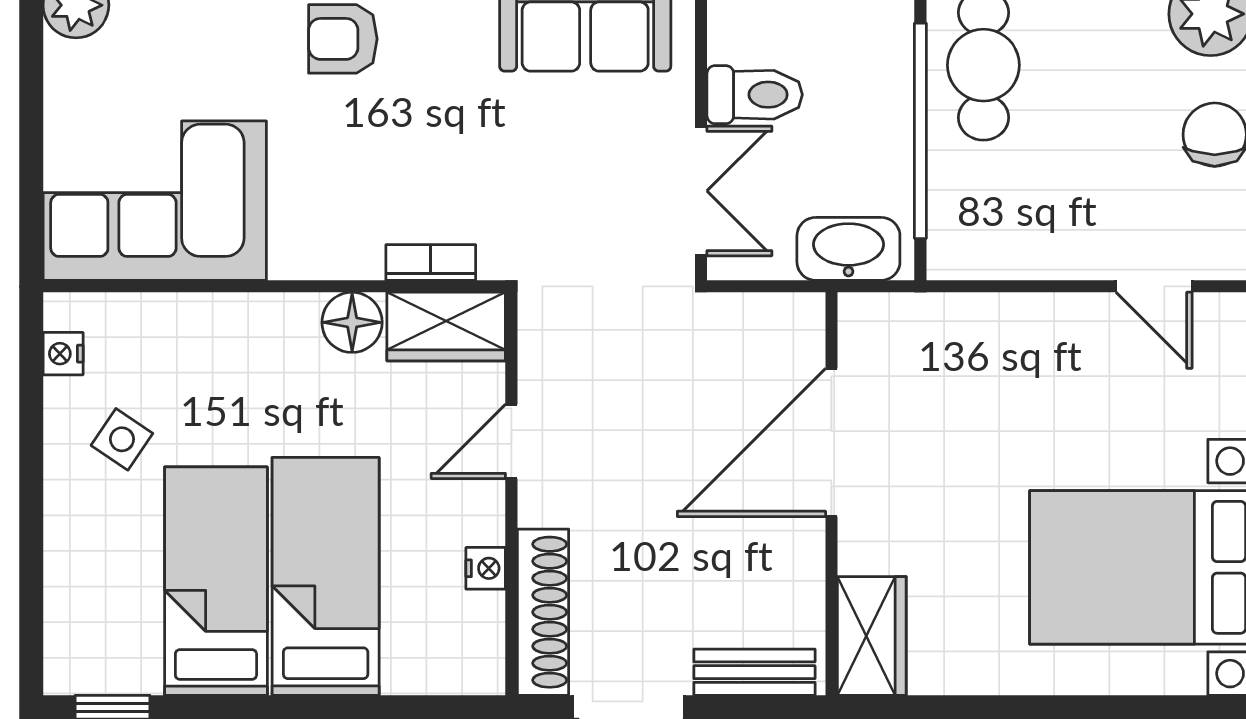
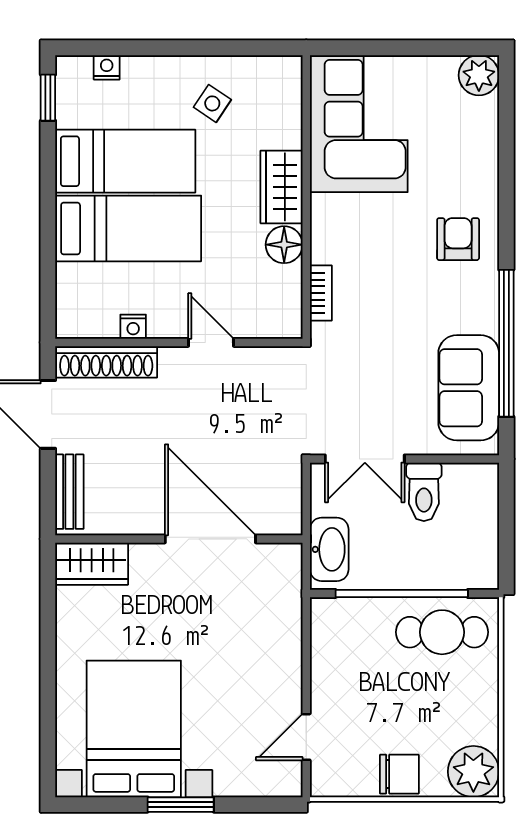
wardrobe: (446, 327) -> (281, 187), moved
nightstand: (63, 354) -> (107, 67), moved

